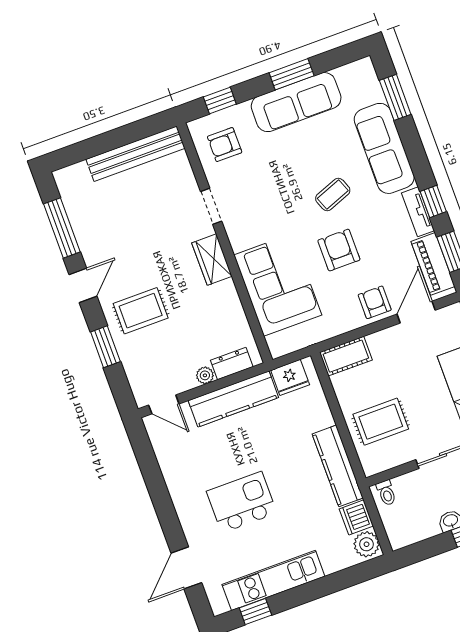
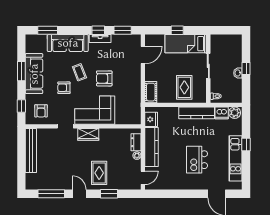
piano: (433, 264) -> (125, 40), removed
corner sofa: (278, 285) -> (95, 110), moved
armchair: (375, 302) -> (64, 88), moved
door: (416, 312) -> (143, 55), swing flipped
window: (255, 611) -> (246, 144), moved

